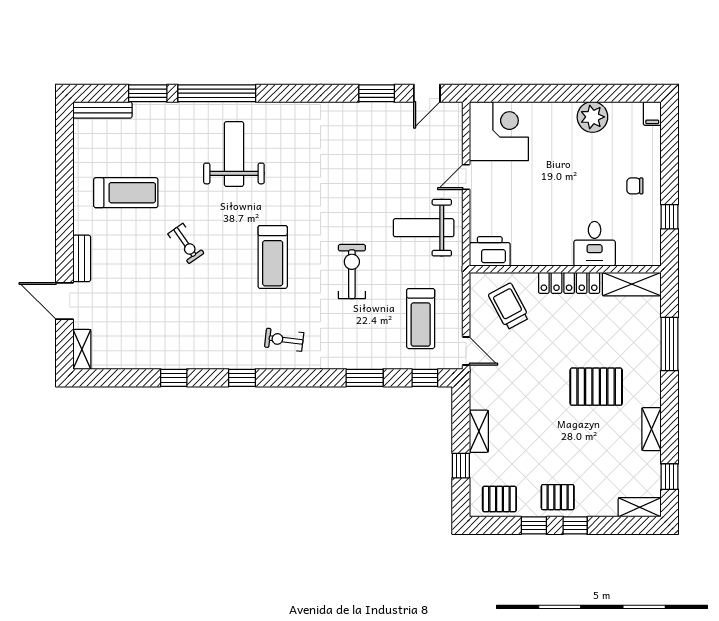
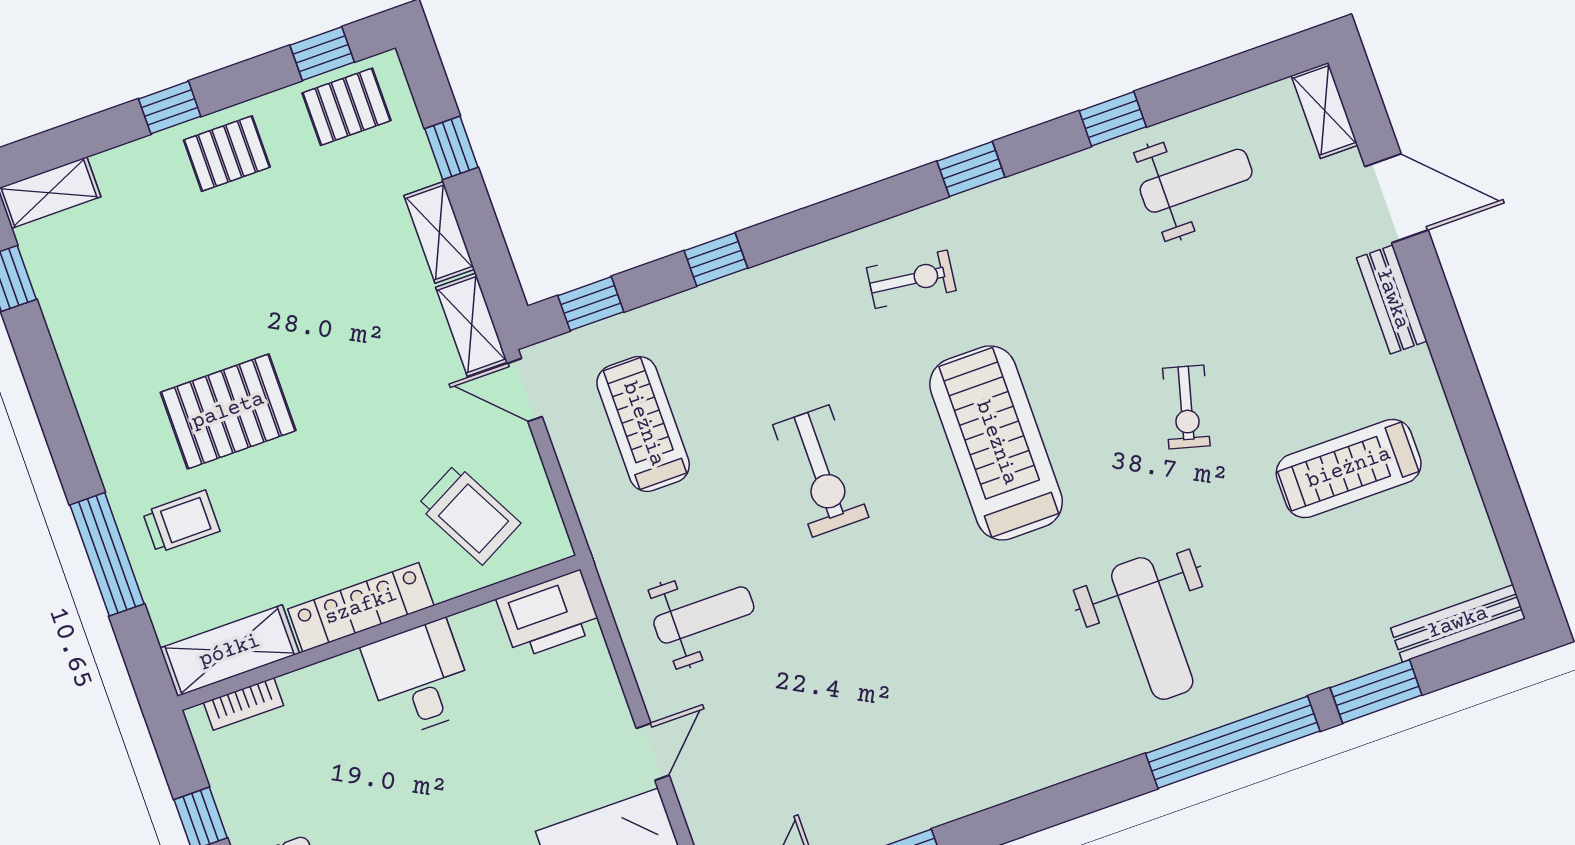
weight bench: (424, 228) -> (704, 615), width x0.73, depth x0.75
exercise bike: (186, 244) -> (1186, 407), turned -130
desk: (595, 244) -> (419, 678), moved
treadmill: (273, 257) -> (996, 443), width x1.37, depth x1.38
bookcase: (634, 259) -> (243, 704), added
weight bench: (147, 339) -> (1196, 181), added
trolley: (633, 347) -> (181, 522), added
window: (365, 378) -> (716, 259), width x0.67
shelving: (651, 429) -> (472, 325), moved
window: (534, 525) -> (322, 54), moved

